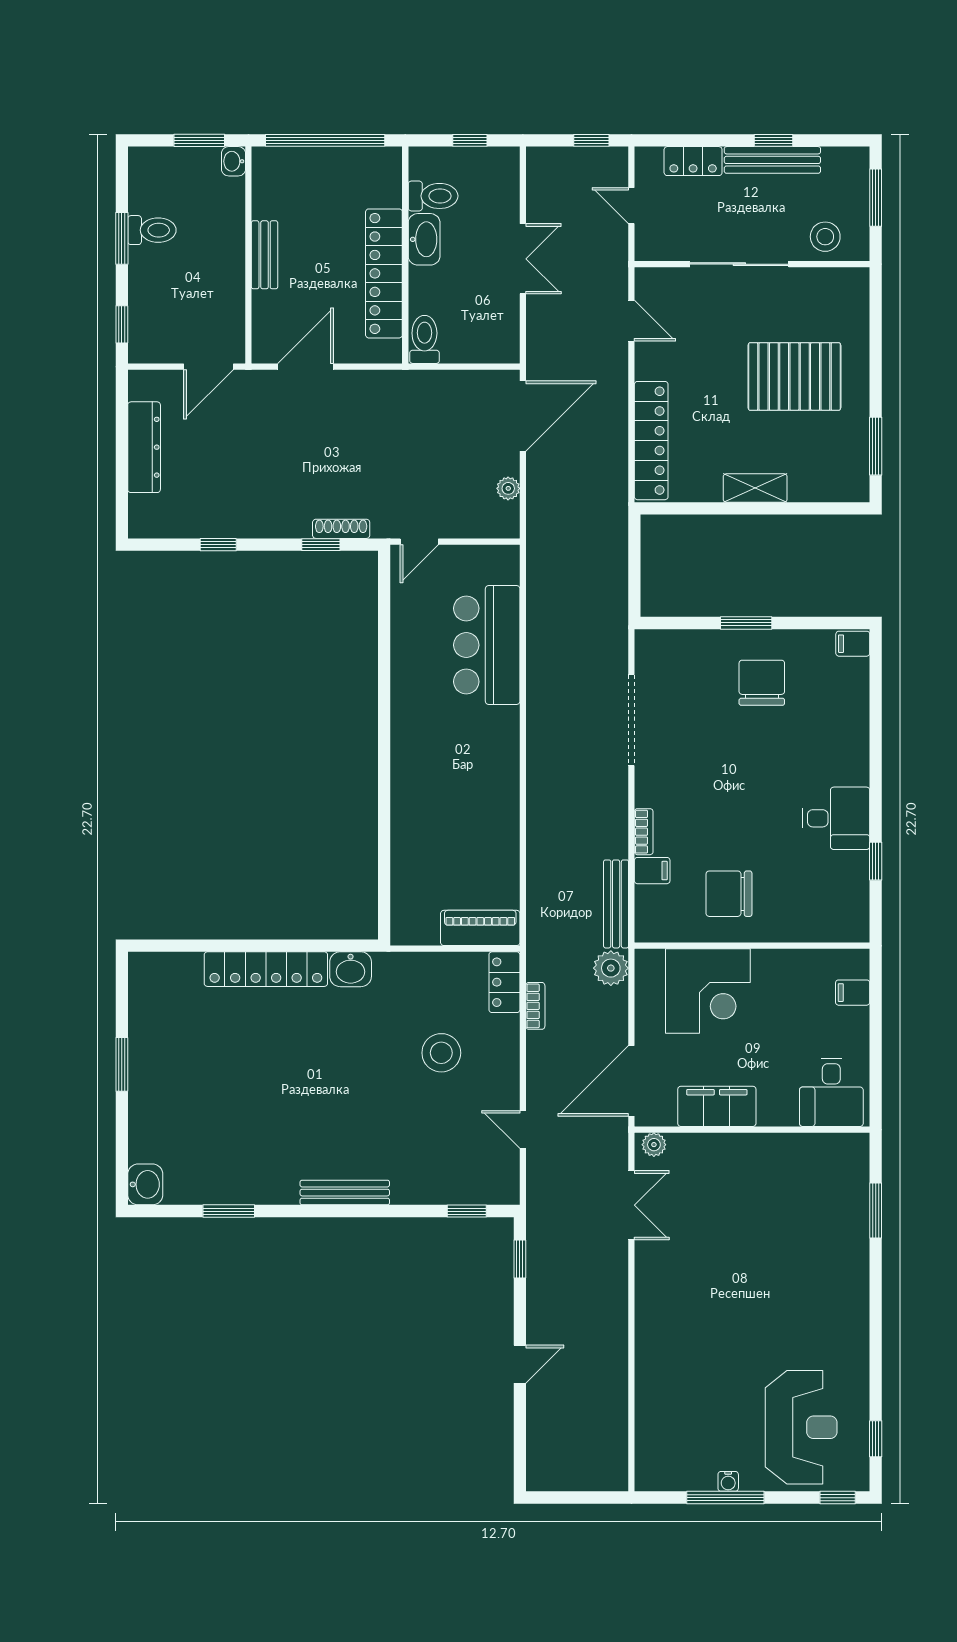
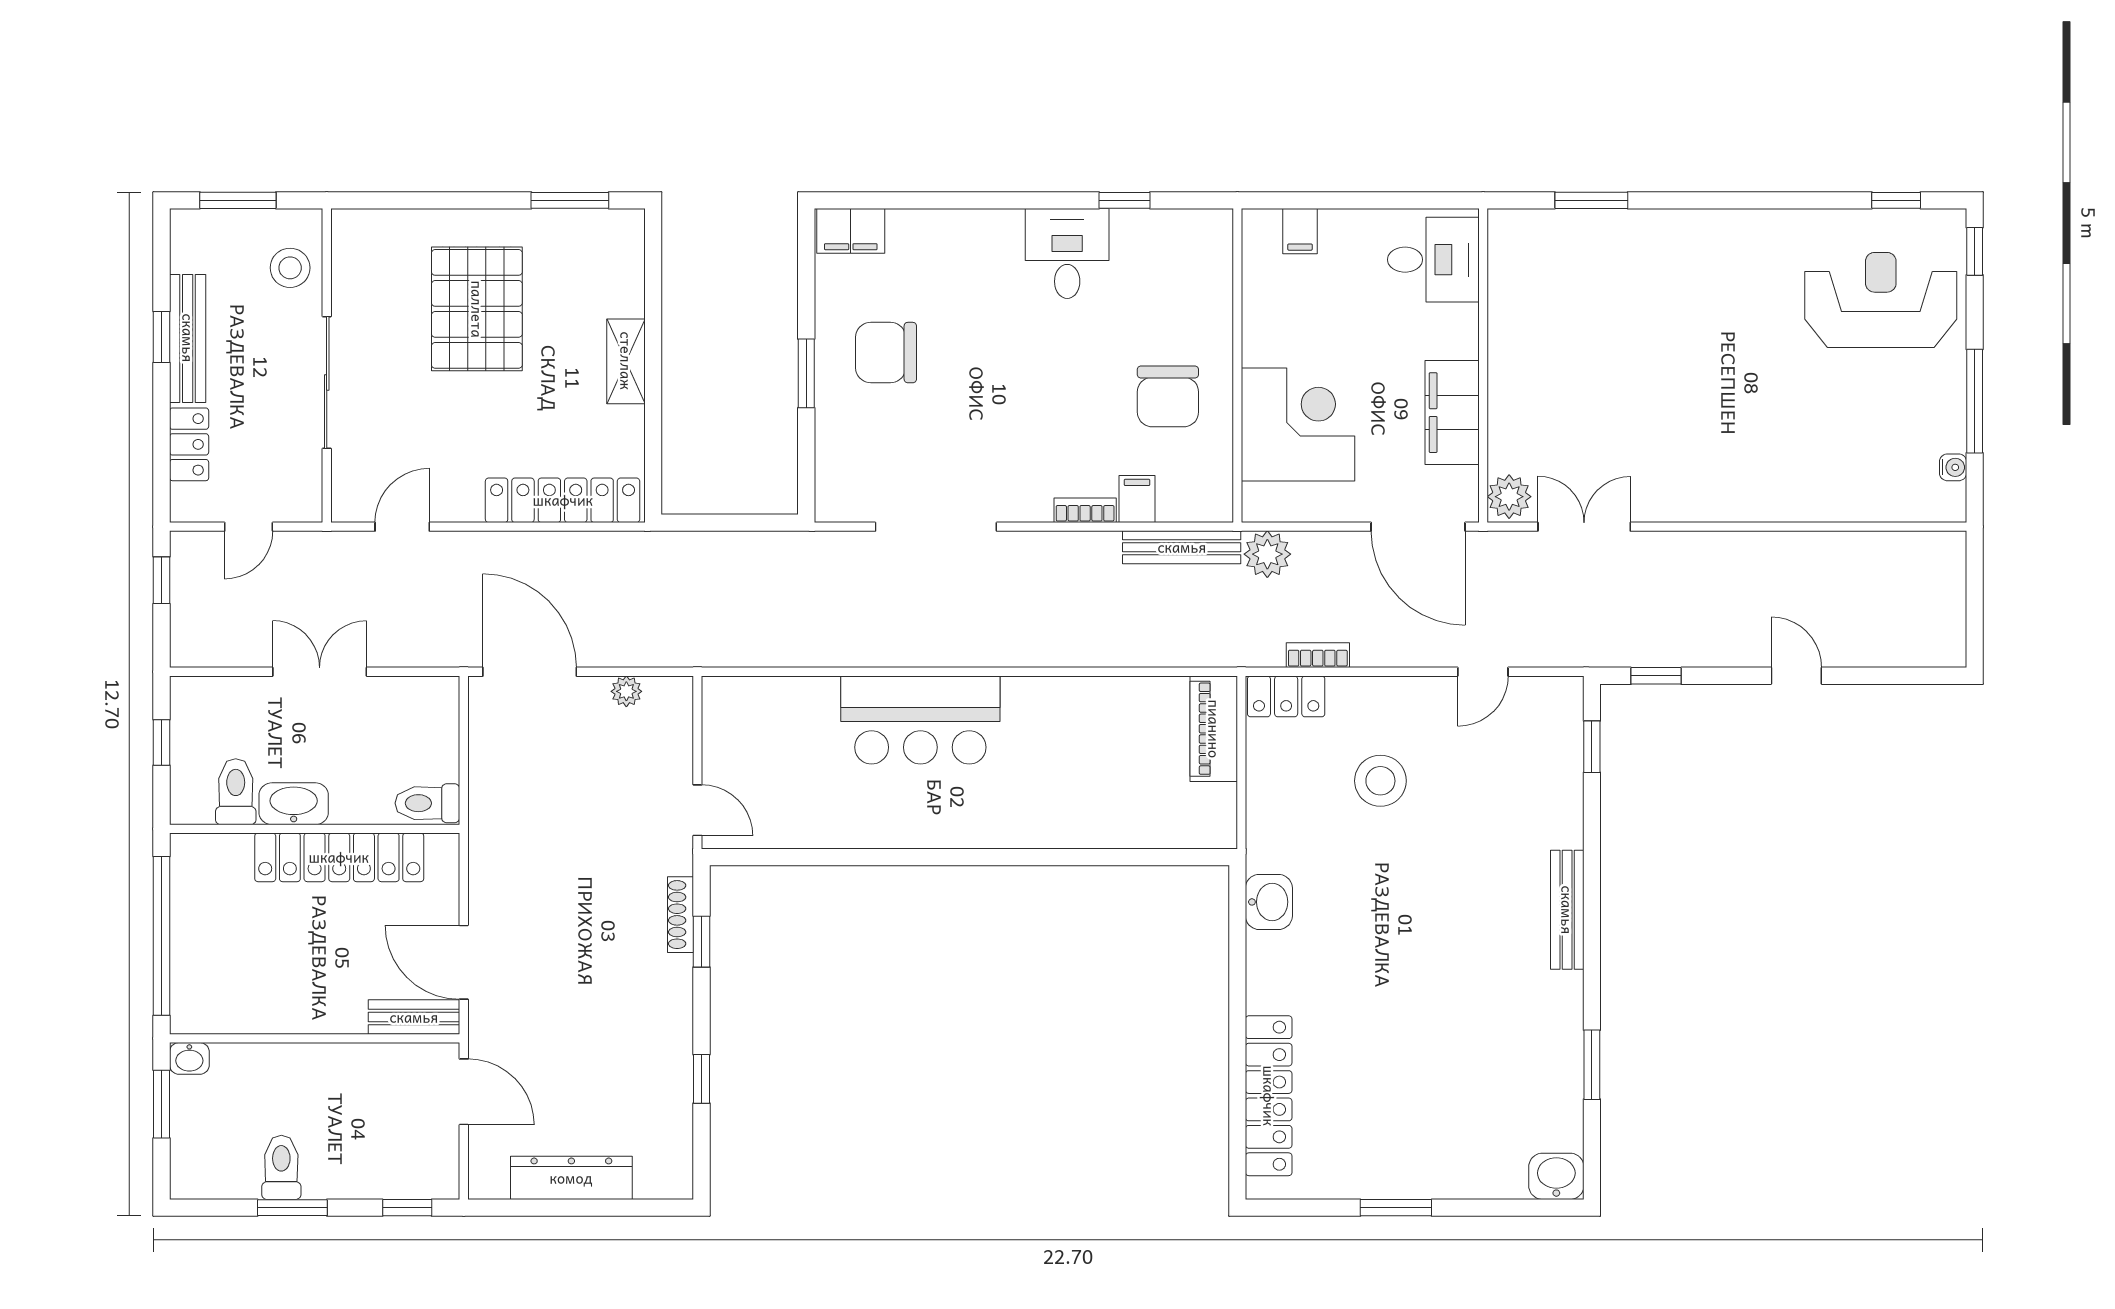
bench: (265, 255) -> (414, 1017), moved
filing cabinet: (853, 644) -> (851, 231), width x2.00
bar counter: (487, 645) -> (920, 720), moved
locker: (266, 969) -> (1269, 1096), moved
plant: (654, 1145) -> (1509, 497), width x1.38, depth x1.38
water cooler: (728, 1481) -> (1953, 467), moved

